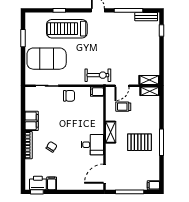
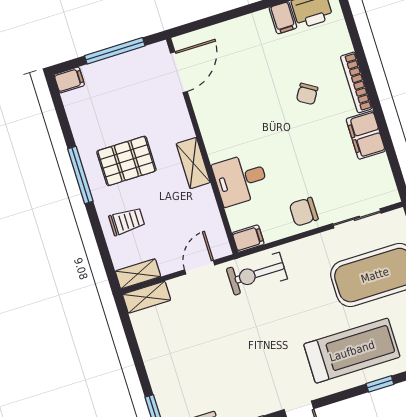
trolley: (123, 107) -> (127, 221), moved
desk: (92, 145) -> (241, 179), moved

